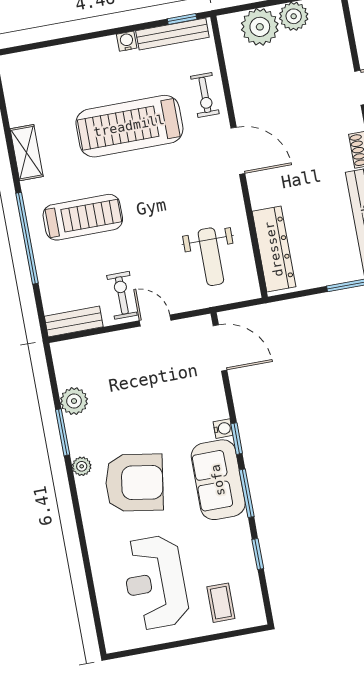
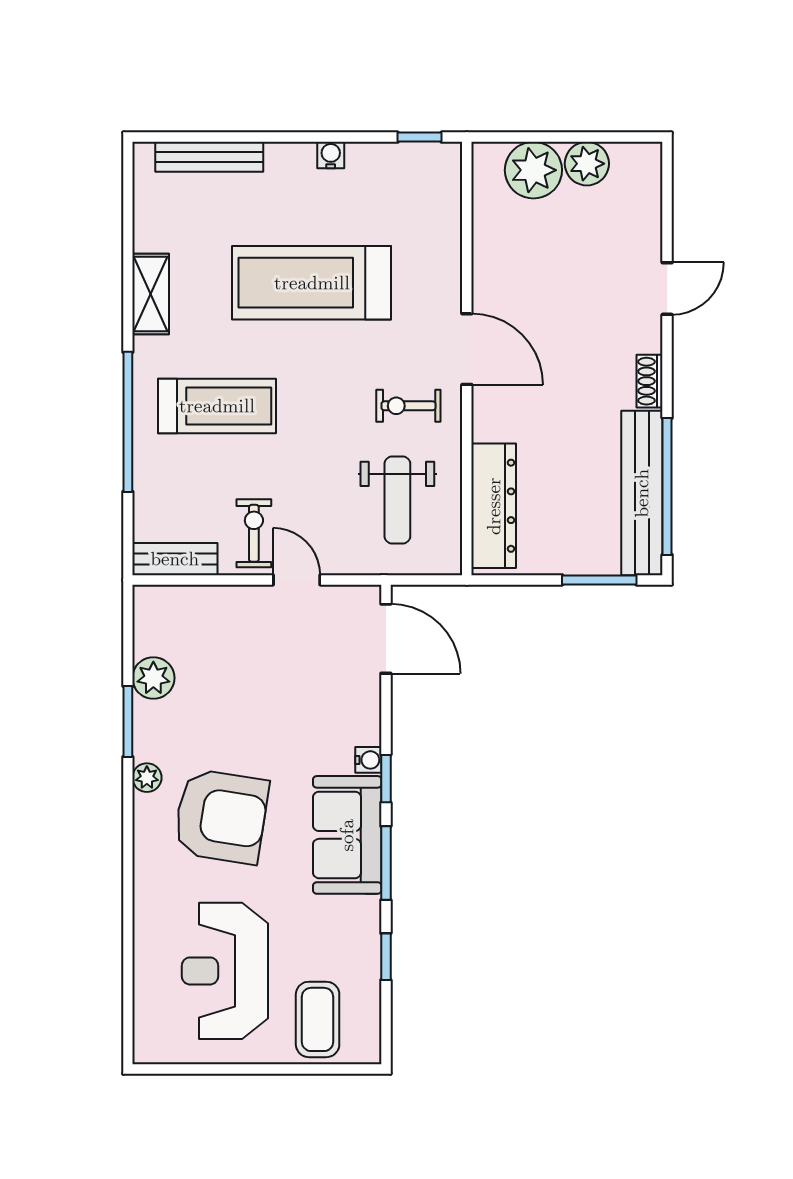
bench: (172, 34) -> (209, 157), moved
exercise bike: (205, 95) -> (408, 406), moved, turned 90
coffee table: (221, 603) -> (318, 1019), width x1.36, depth x1.30

